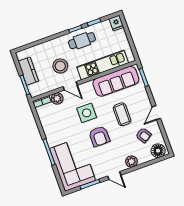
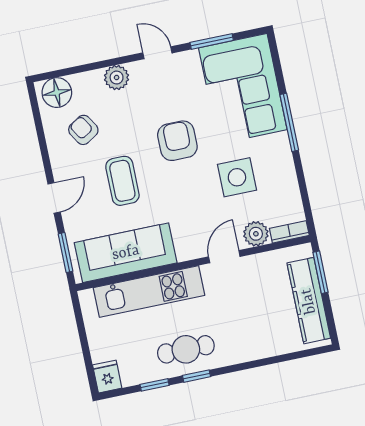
stool: (60, 66) -> (239, 302), removed
kitchen counter: (28, 71) -> (309, 301), width x1.50
door: (70, 86) -> (224, 257), hinge flipped
side table: (87, 113) -> (237, 177), moved
door: (156, 113) -> (54, 198), moved

